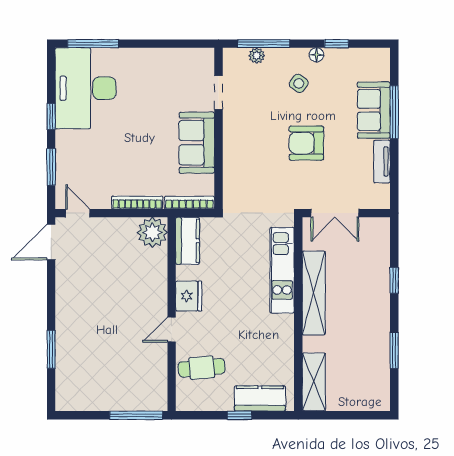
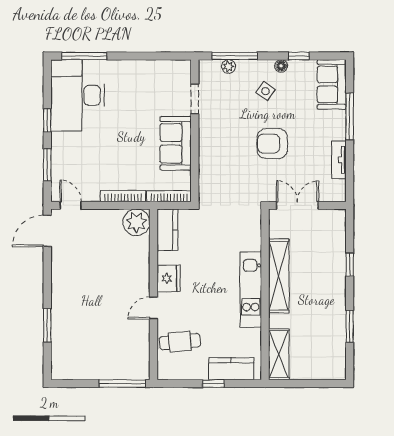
sofa: (374, 110) -> (332, 84), moved
double door: (335, 213) -> (297, 205), swing flipped
kitchen unit: (282, 270) -> (251, 290), moved

